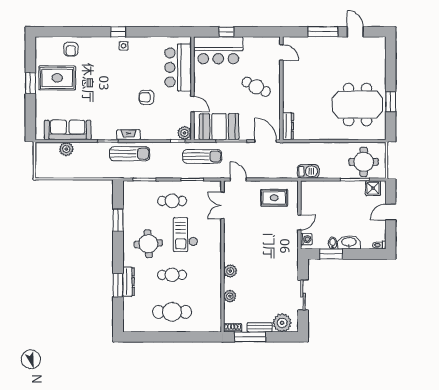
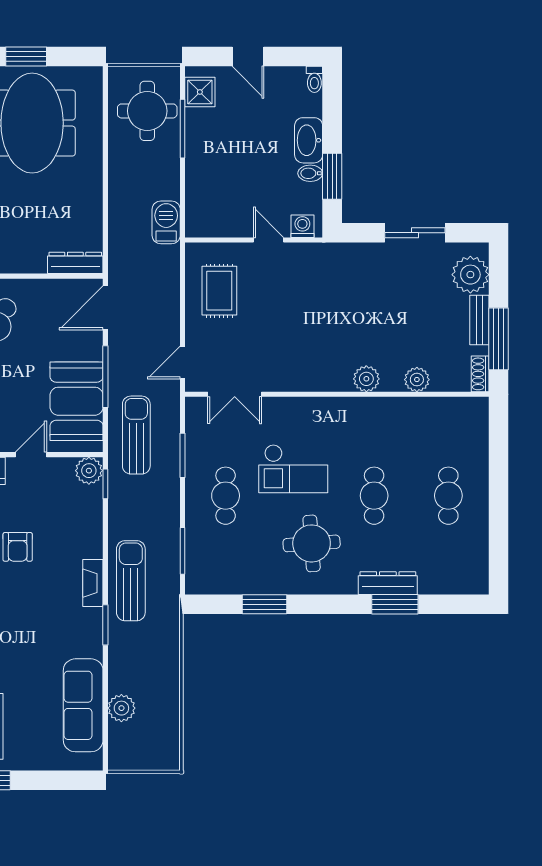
cafe table: (172, 312) -> (448, 496), width x0.73, depth x0.74

